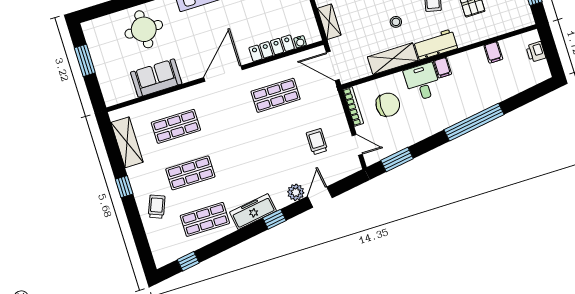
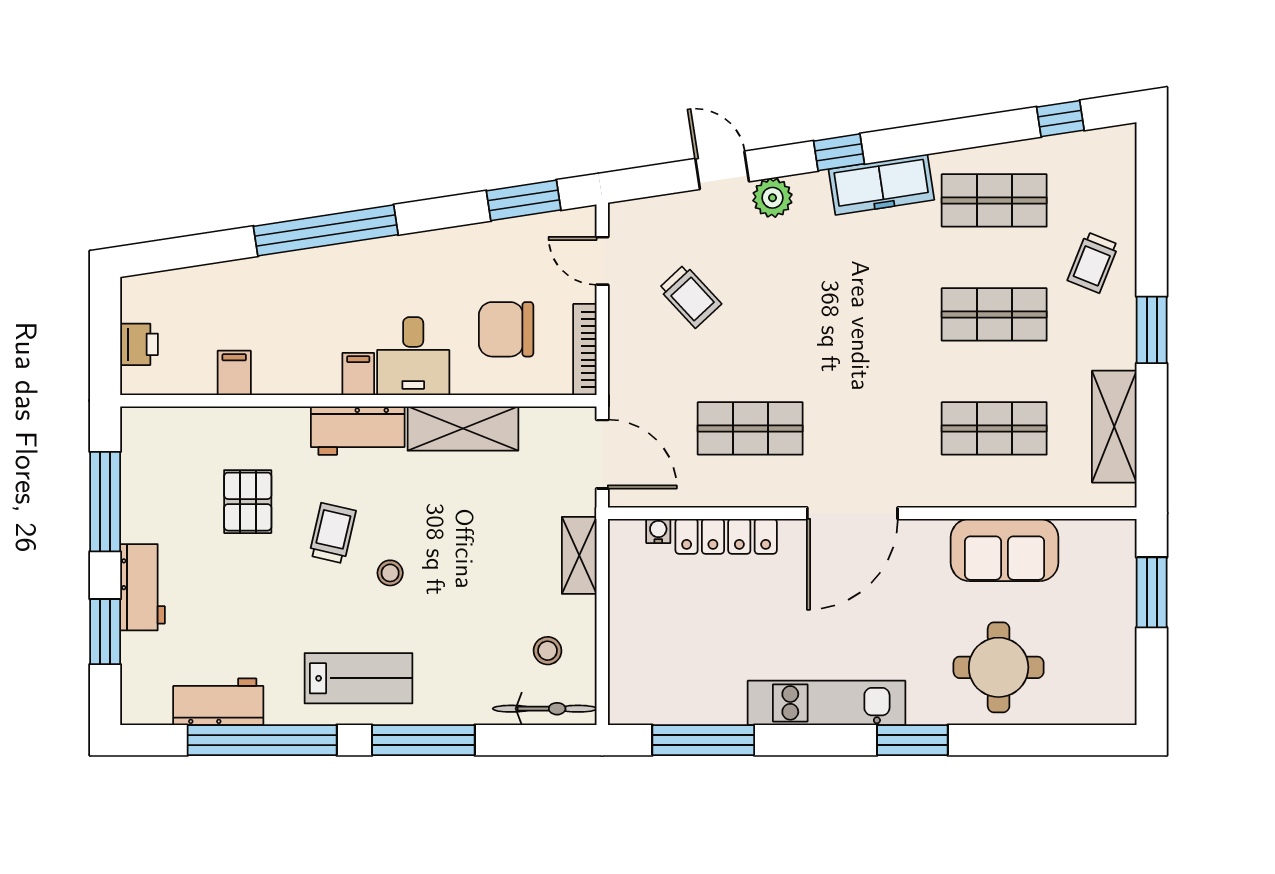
stool: (396, 22) -> (430, 509), removed
window: (85, 60) -> (1152, 592), moved
trolley: (317, 142) -> (690, 296), turned -43
window: (124, 187) -> (1152, 330), width x1.50
door: (320, 197) -> (722, 170), swing flipped

